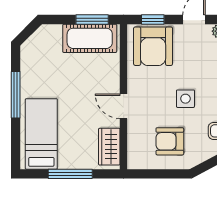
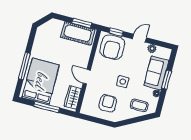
window: (16, 95) -> (24, 66), moved
bed: (41, 134) -> (41, 81), width x1.50
armchair: (170, 141) -> (108, 103), turned 90

